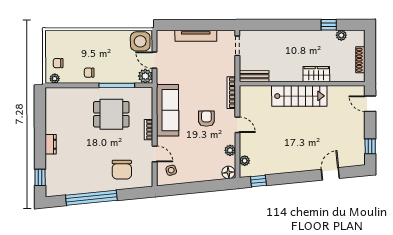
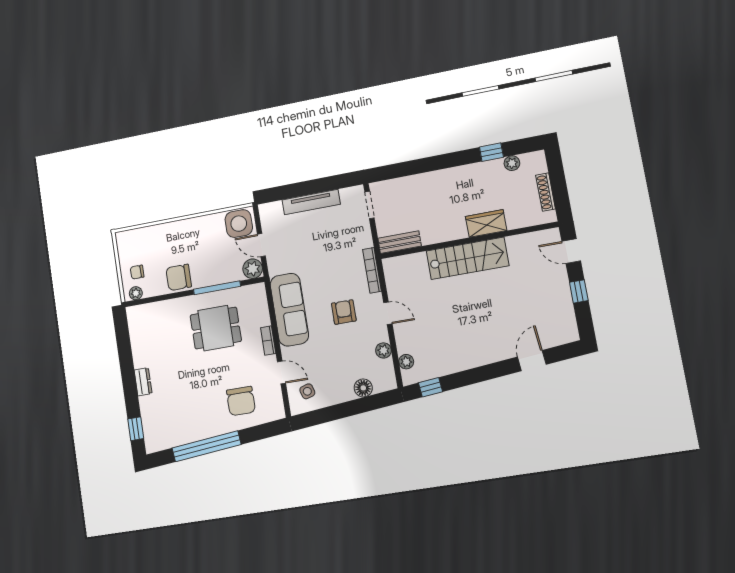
chair: (89, 73) -> (179, 277), width x1.87, depth x1.87
window: (370, 146) -> (579, 291), moved
floor lamp: (228, 172) -> (363, 388), moved

